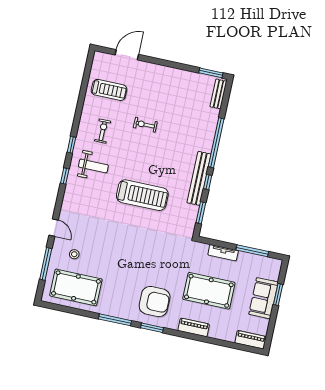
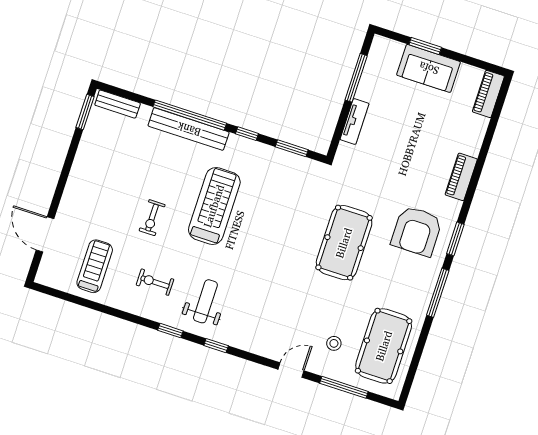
bench: (199, 178) -> (189, 129), moved
treadmill: (142, 195) -> (214, 206), moved
pool table: (209, 291) -> (344, 243), moved
armchair: (155, 302) -> (417, 231), turned 180

